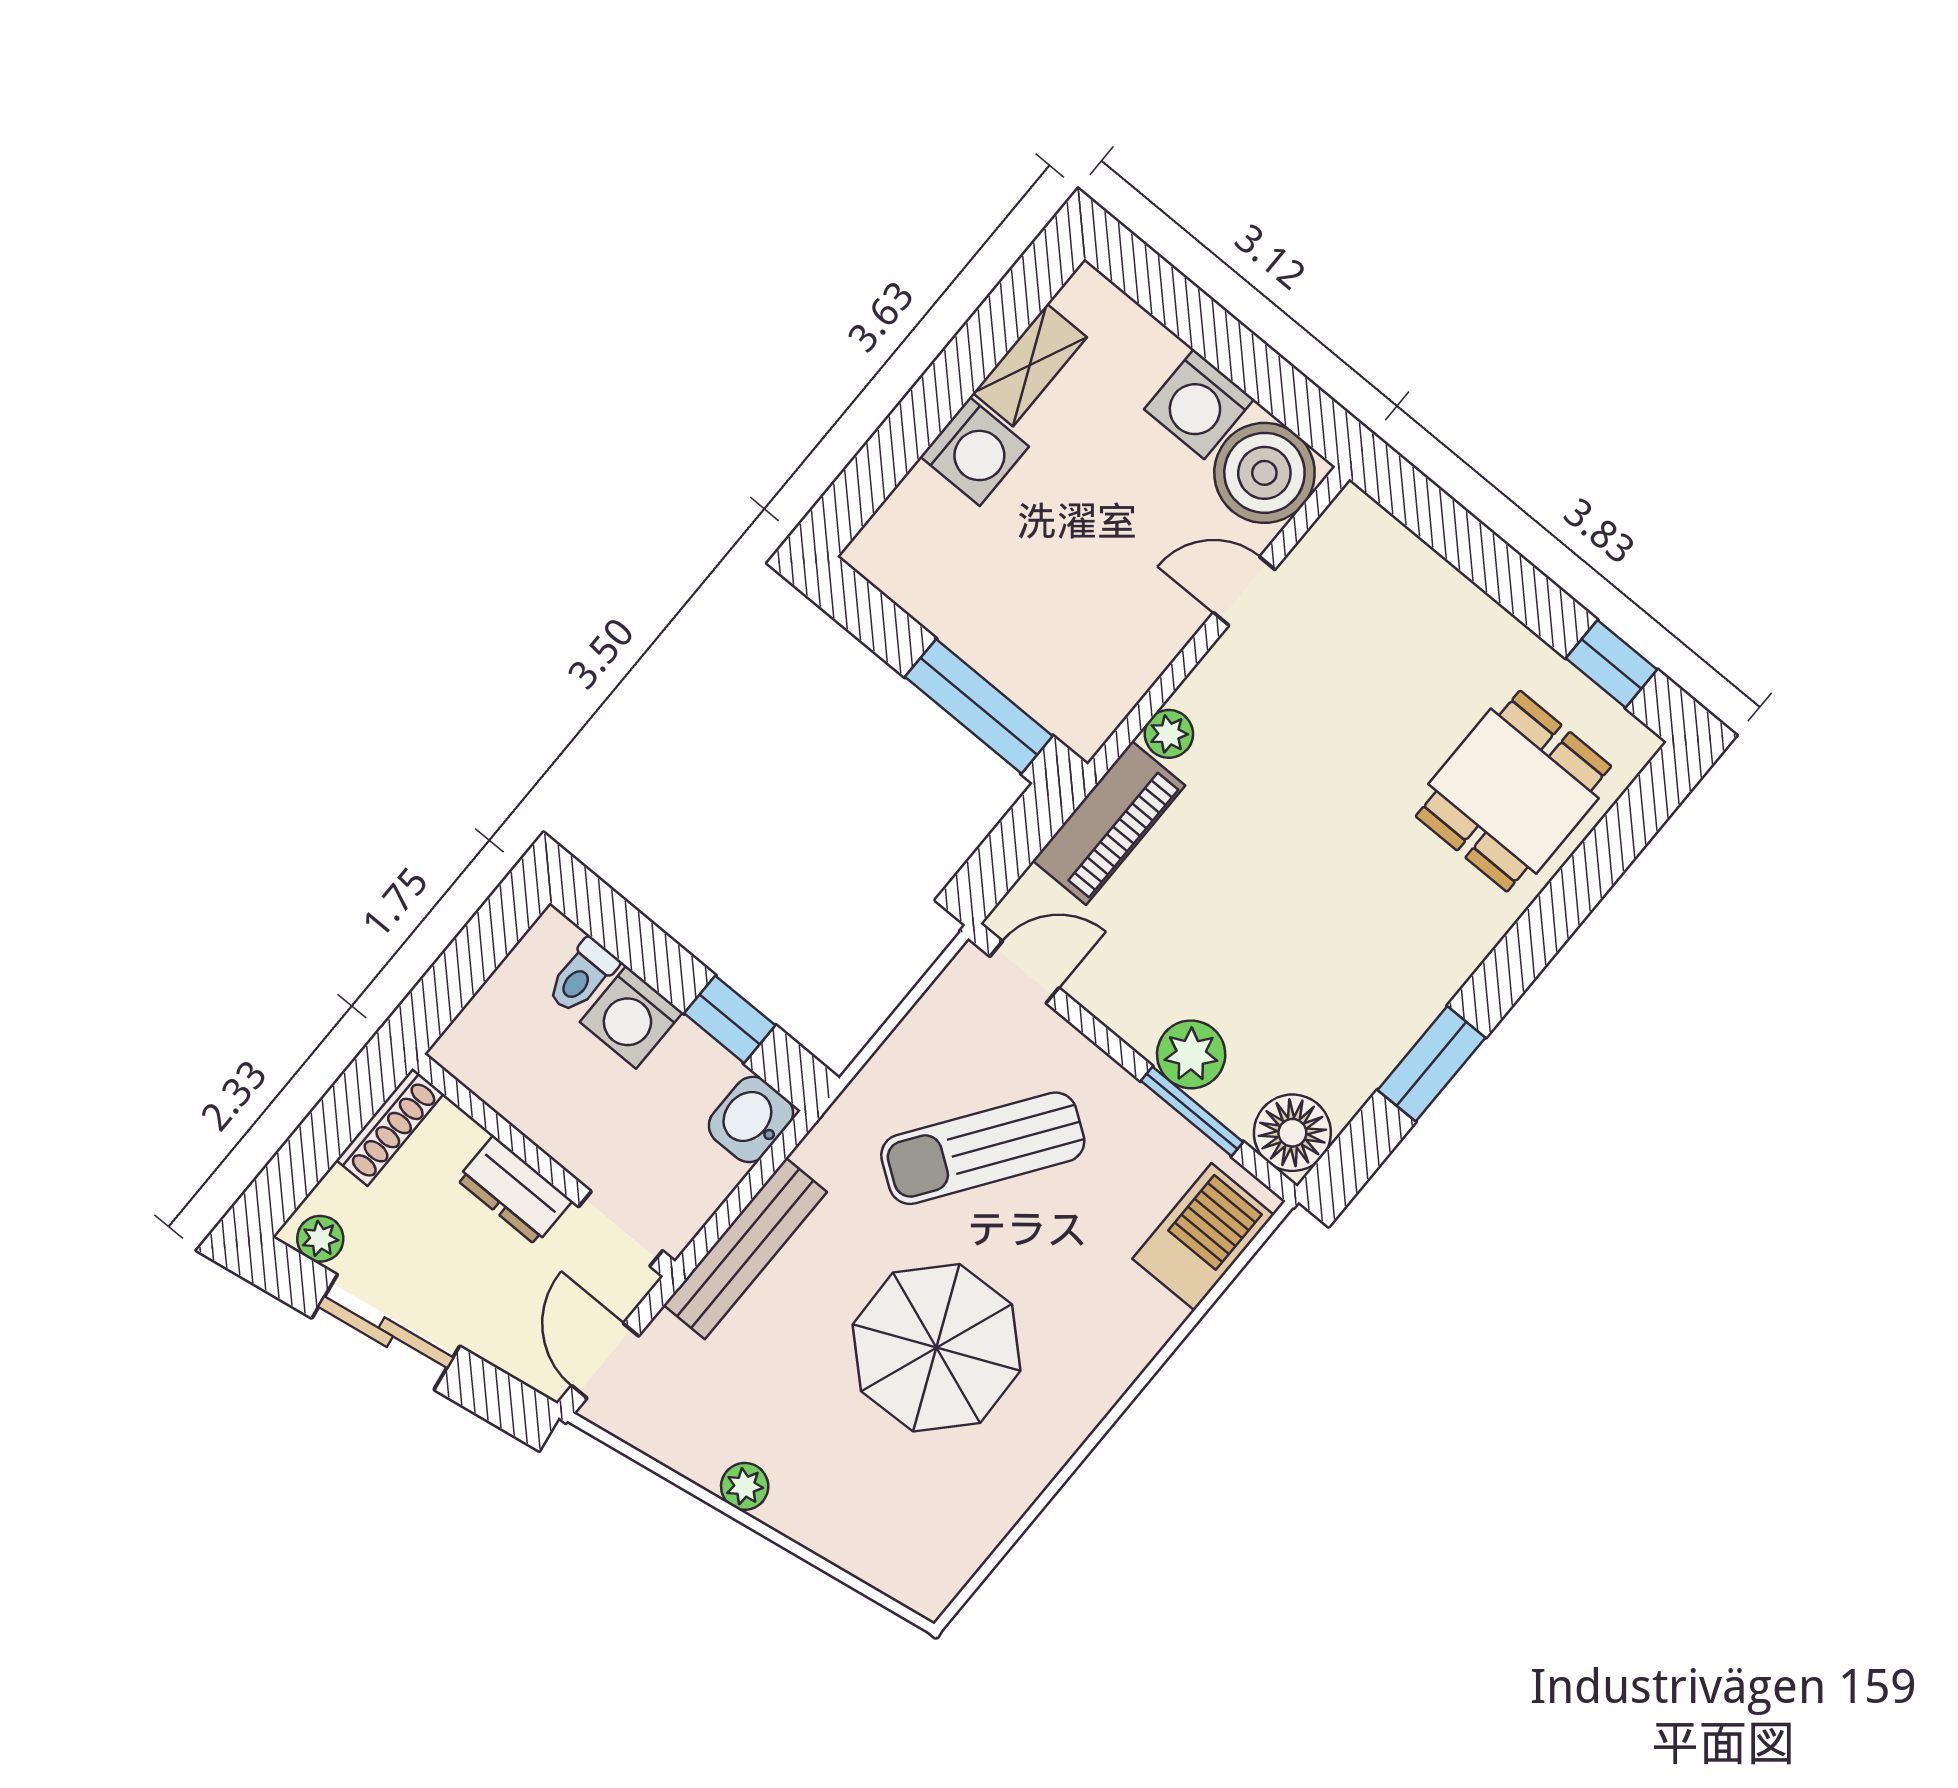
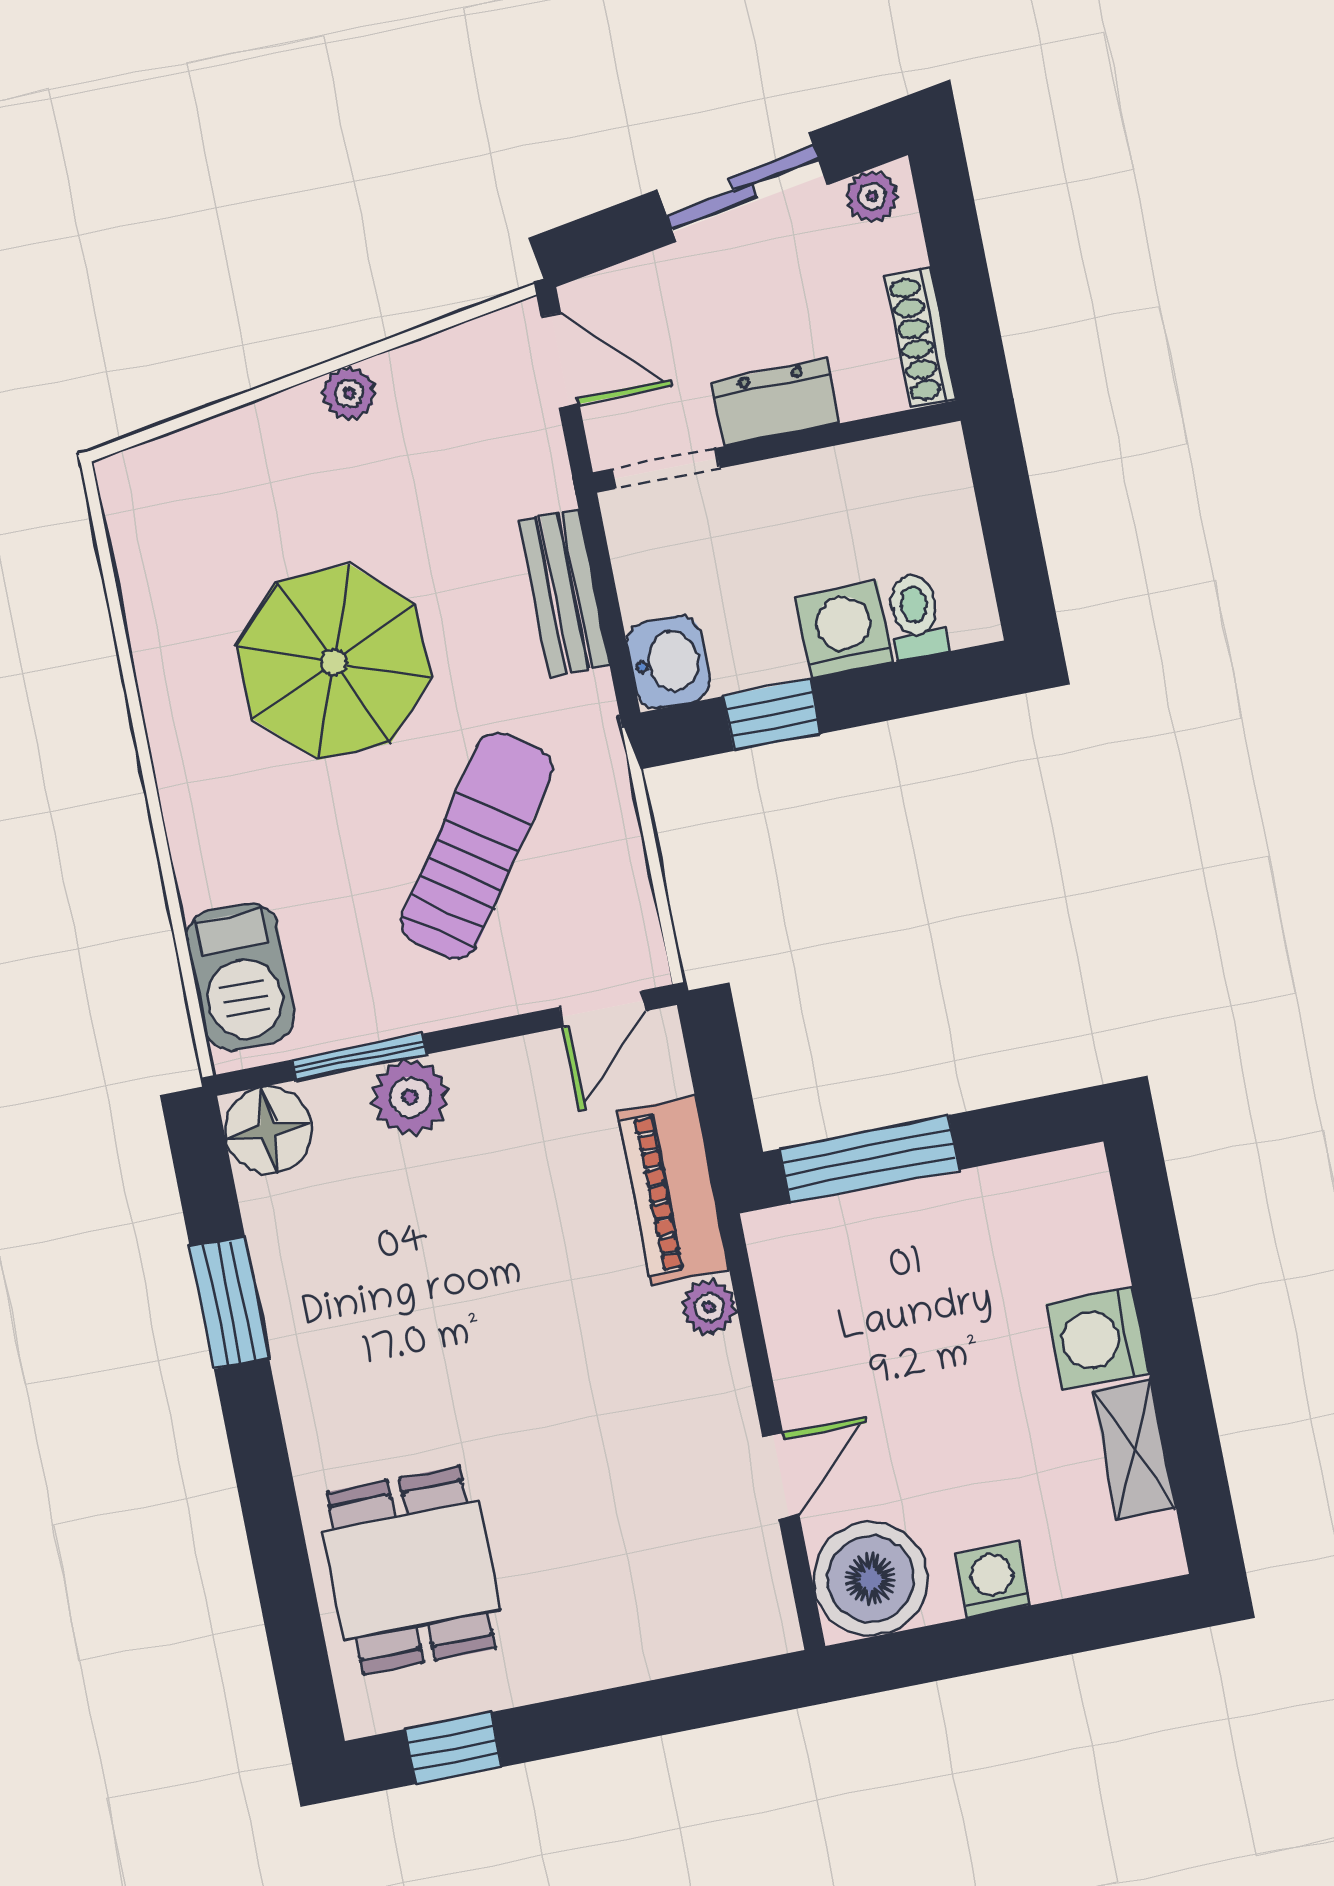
washing machine: (1199, 404) -> (993, 1580), width x0.73, depth x0.73
bench: (745, 1248) -> (564, 593), width x0.73

